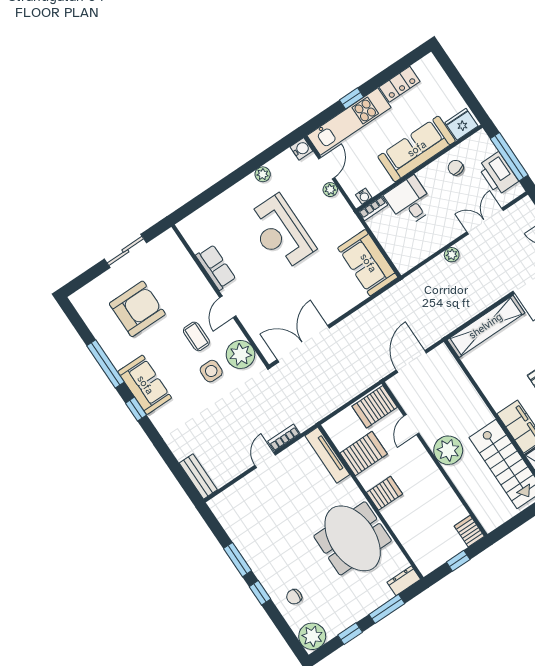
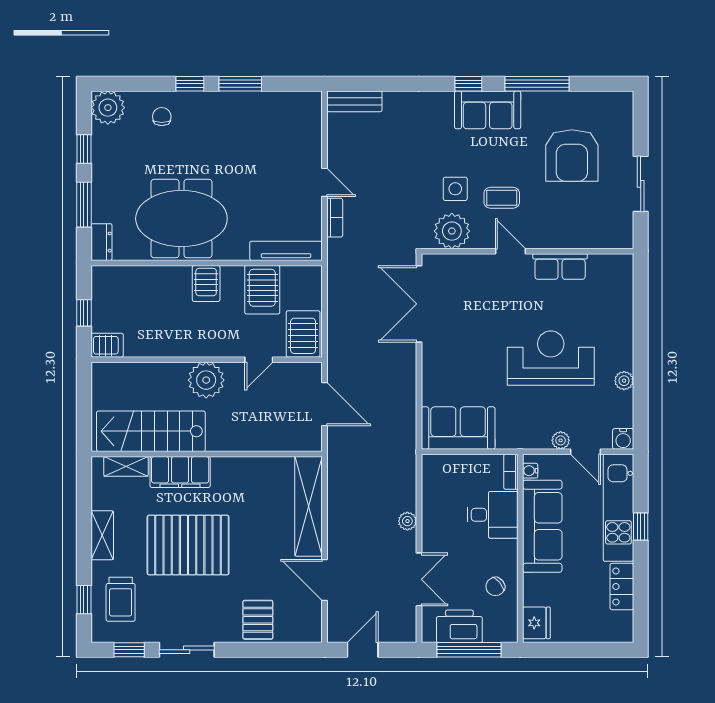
sofa: (417, 149) -> (542, 526), moved
chair: (456, 168) -> (495, 586), turned 153
double door: (303, 344) -> (419, 304), swing flipped
door: (411, 425) -> (259, 360), swing flipped

